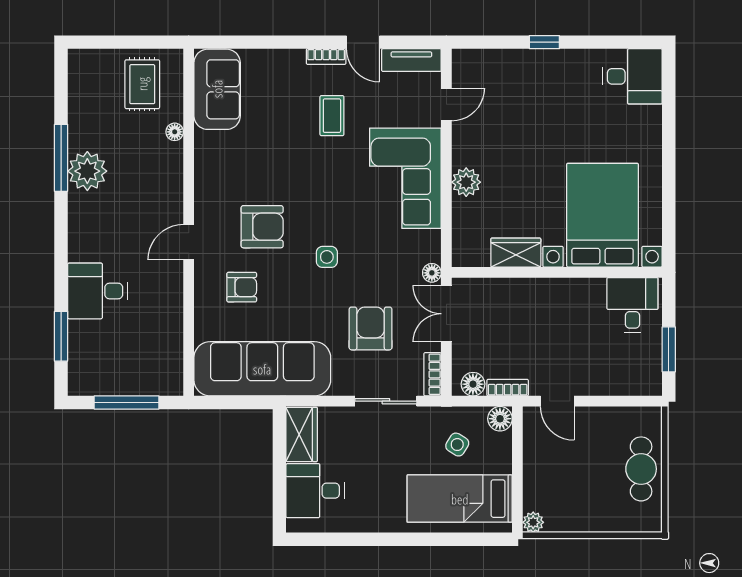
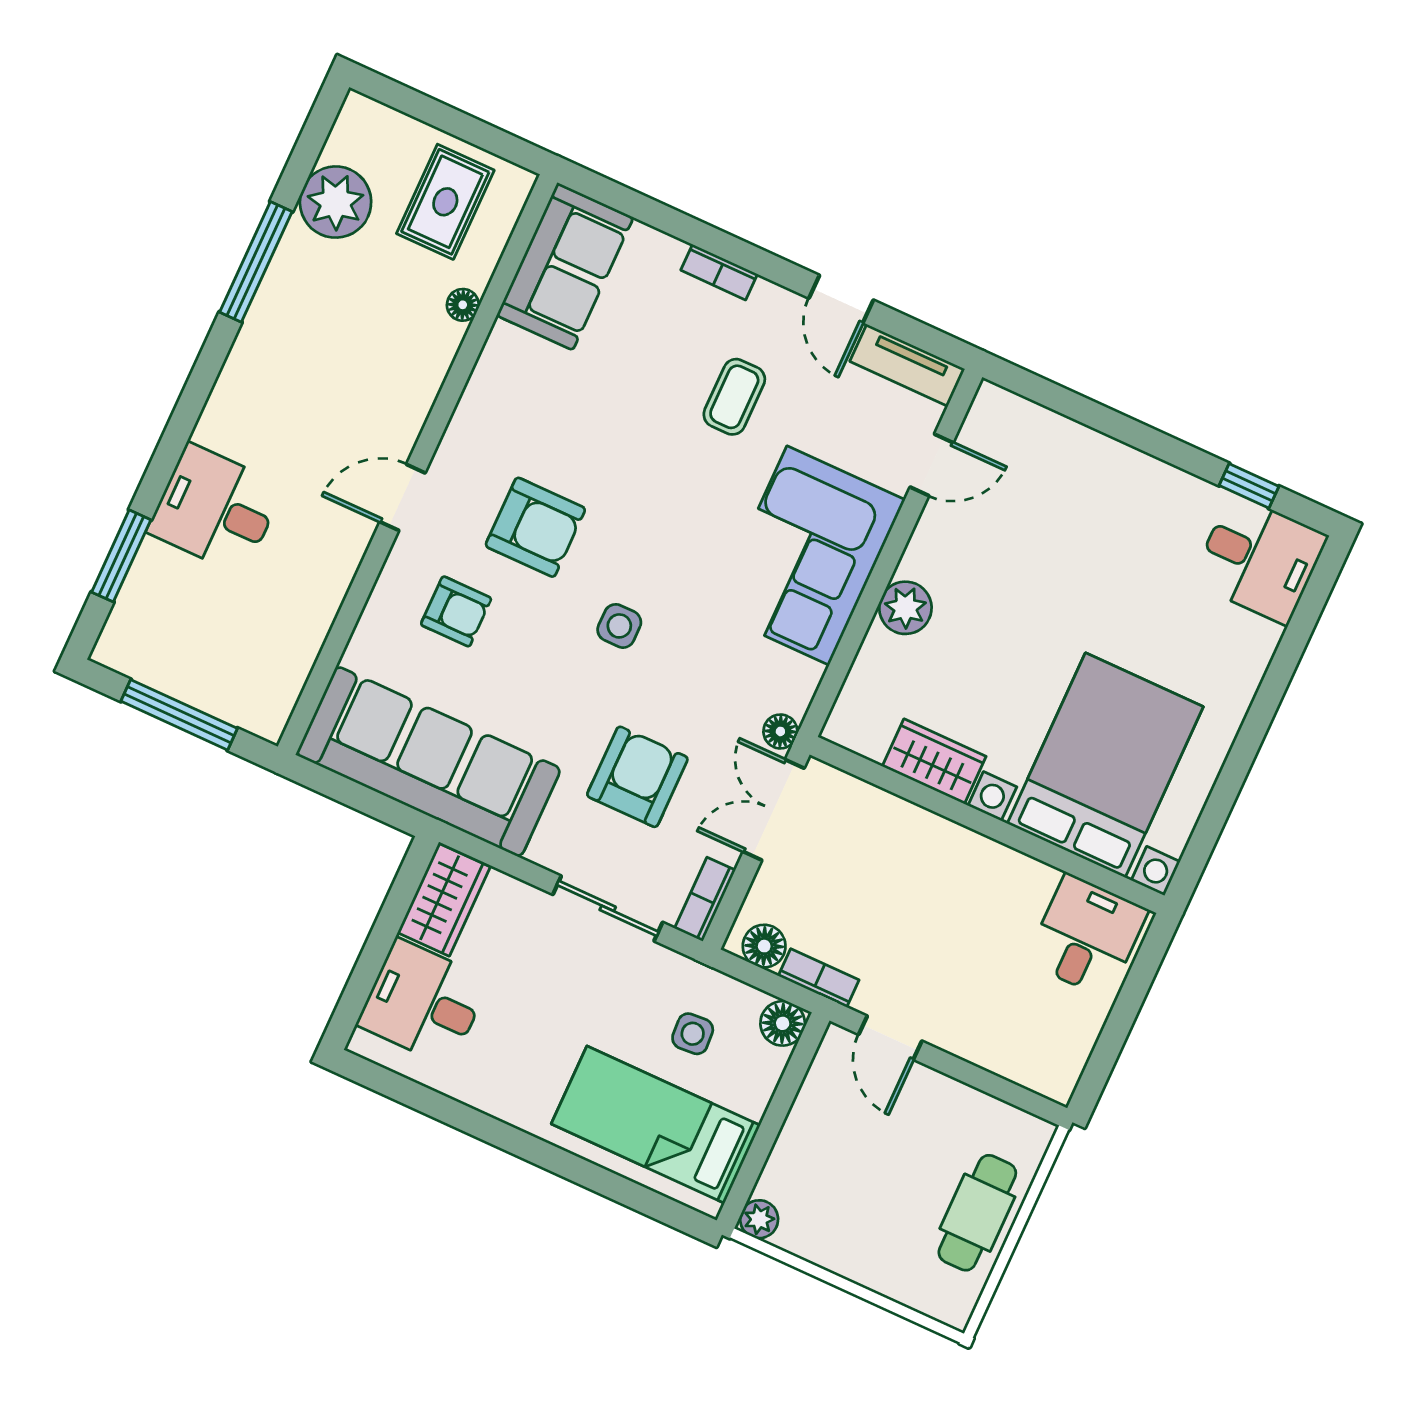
window: (544, 42) -> (1249, 486), moved
bookcase: (326, 57) -> (719, 272), moved
plant: (87, 171) -> (336, 202), moved
window: (669, 349) -> (1113, 1037), removed
side table: (457, 445) -> (693, 1034), turned -36

